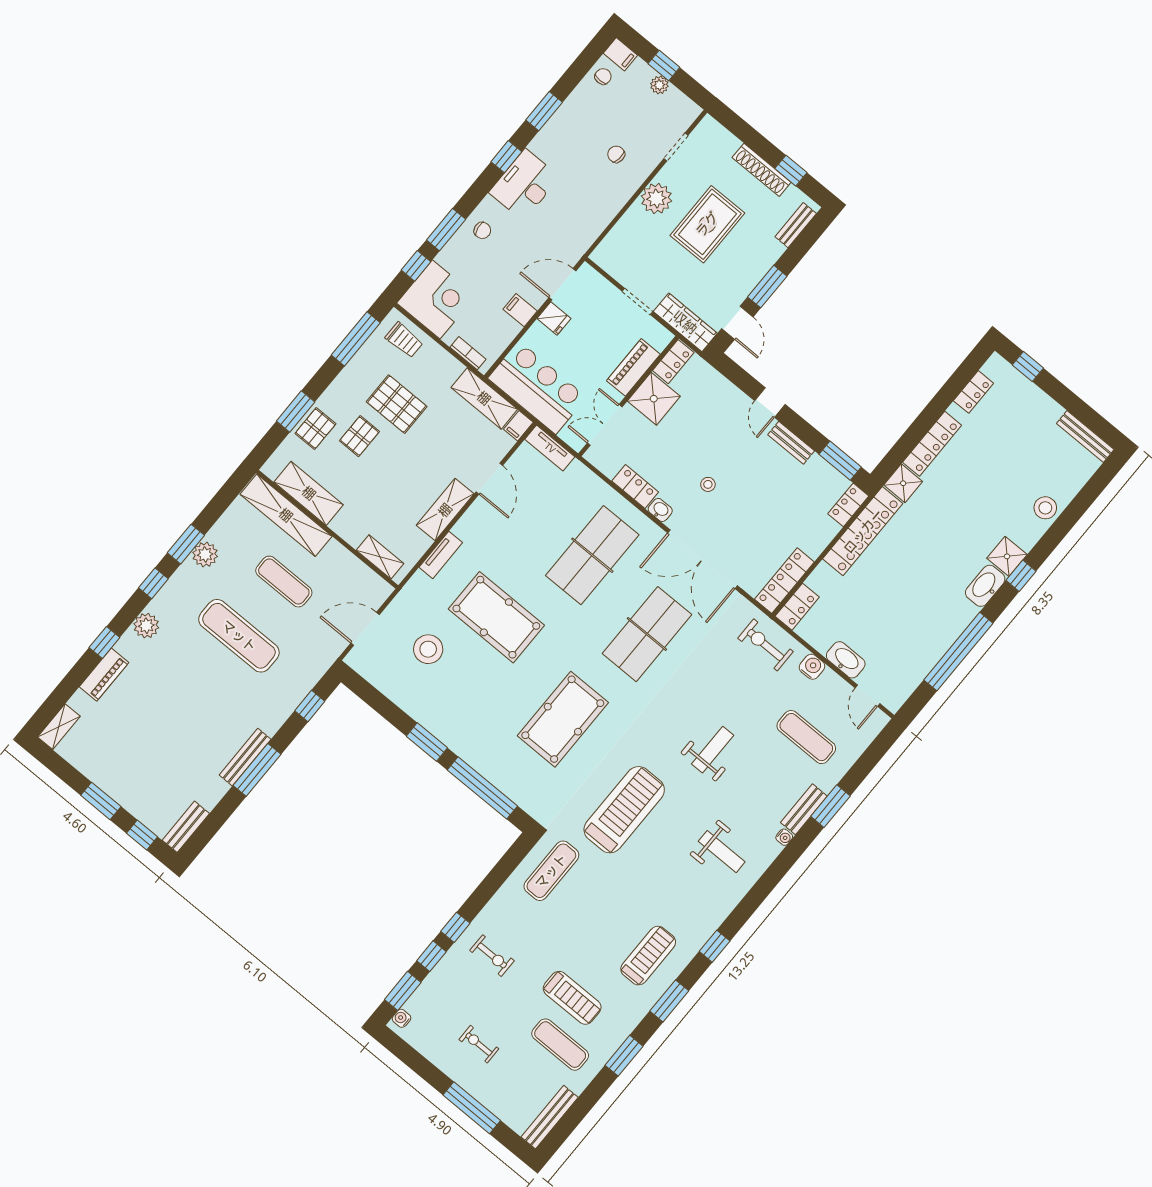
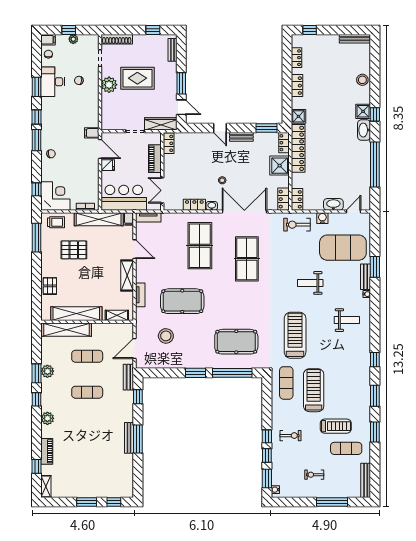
shoe rack: (762, 170) -> (117, 39), moved
desk: (524, 185) -> (53, 82), moved
rug: (707, 224) -> (137, 78), turned 90
window: (446, 230) -> (37, 140), moved
door: (562, 284) -> (100, 149), swing flipped
filing cabinet: (520, 310) -> (92, 133), moved
shelving: (484, 398) -> (99, 219), width x1.47
shower: (654, 399) -> (280, 166), moved
window: (296, 411) -> (37, 286), removed
pallet: (359, 436) -> (70, 275), removed
locker: (932, 444) -> (297, 86), width x0.66
shelving: (309, 493) -> (76, 314), width x1.47
double door: (703, 559) -> (244, 211), swing flipped
locker: (784, 581) -> (284, 199), width x0.66
exercise mat: (239, 636) -> (87, 392), width x0.73, depth x0.69
window: (104, 642) -> (37, 466), moved
door: (867, 696) -> (354, 211), swing flipped
pool table: (563, 719) -> (236, 342), moved, turned 90
exercise mat: (806, 737) -> (343, 248), width x2.00, depth x1.45
weight bench: (713, 750) -> (310, 283), turned -90
bench: (186, 827) -> (128, 377), moved
treadmill: (648, 956) -> (314, 390), moved, width x1.37, depth x1.38

